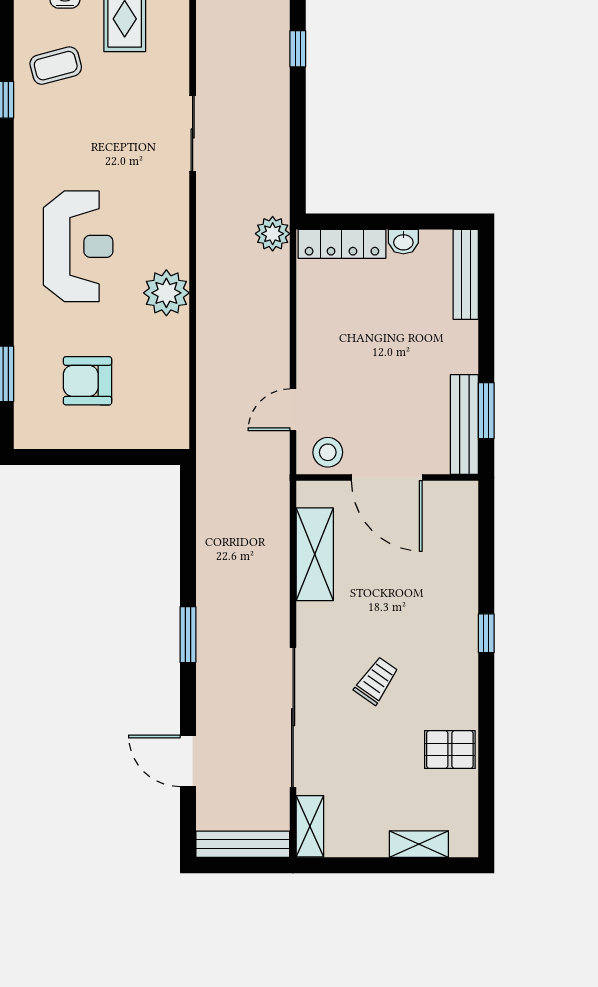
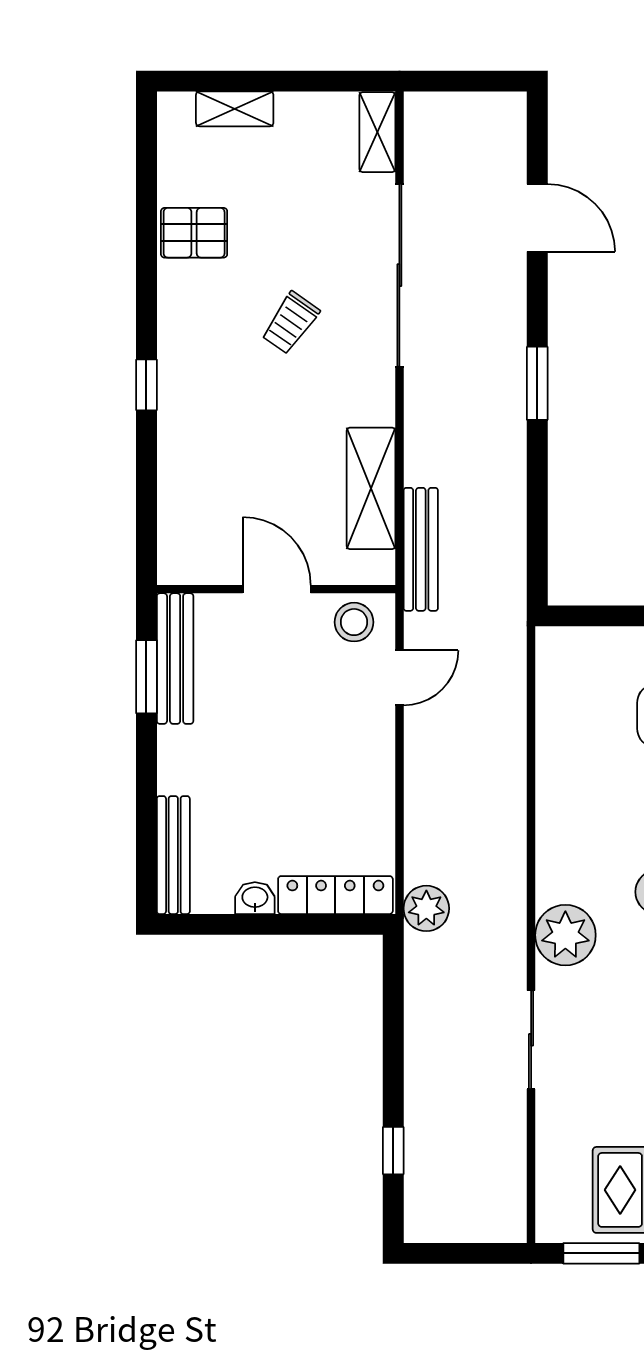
plant: (166, 293) -> (565, 935), moved
door: (387, 477) -> (277, 589), width x0.73
bench: (243, 844) -> (421, 549), moved, turned 90

